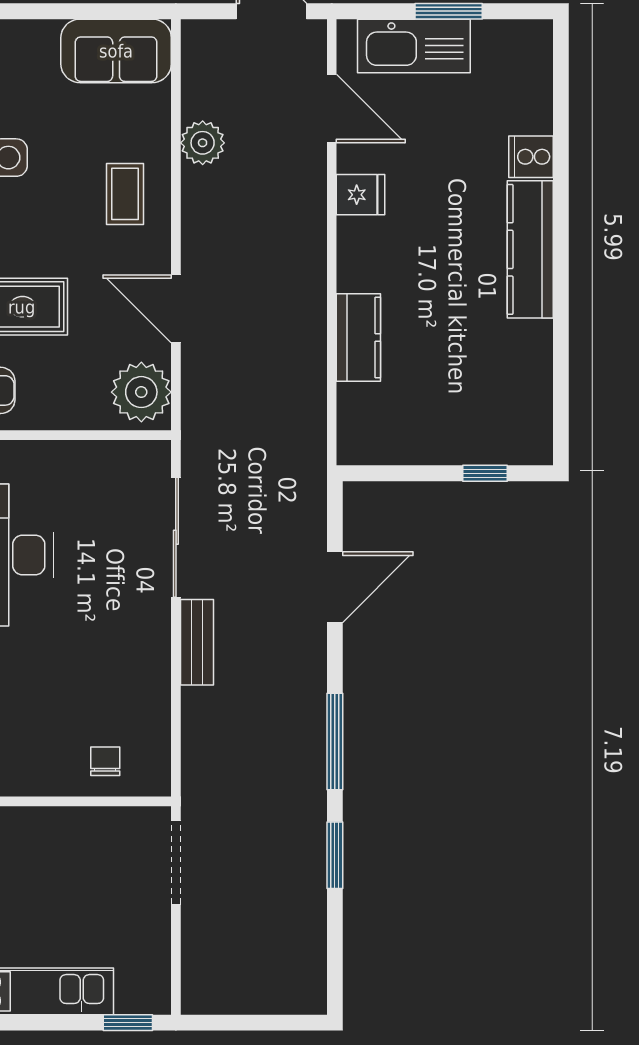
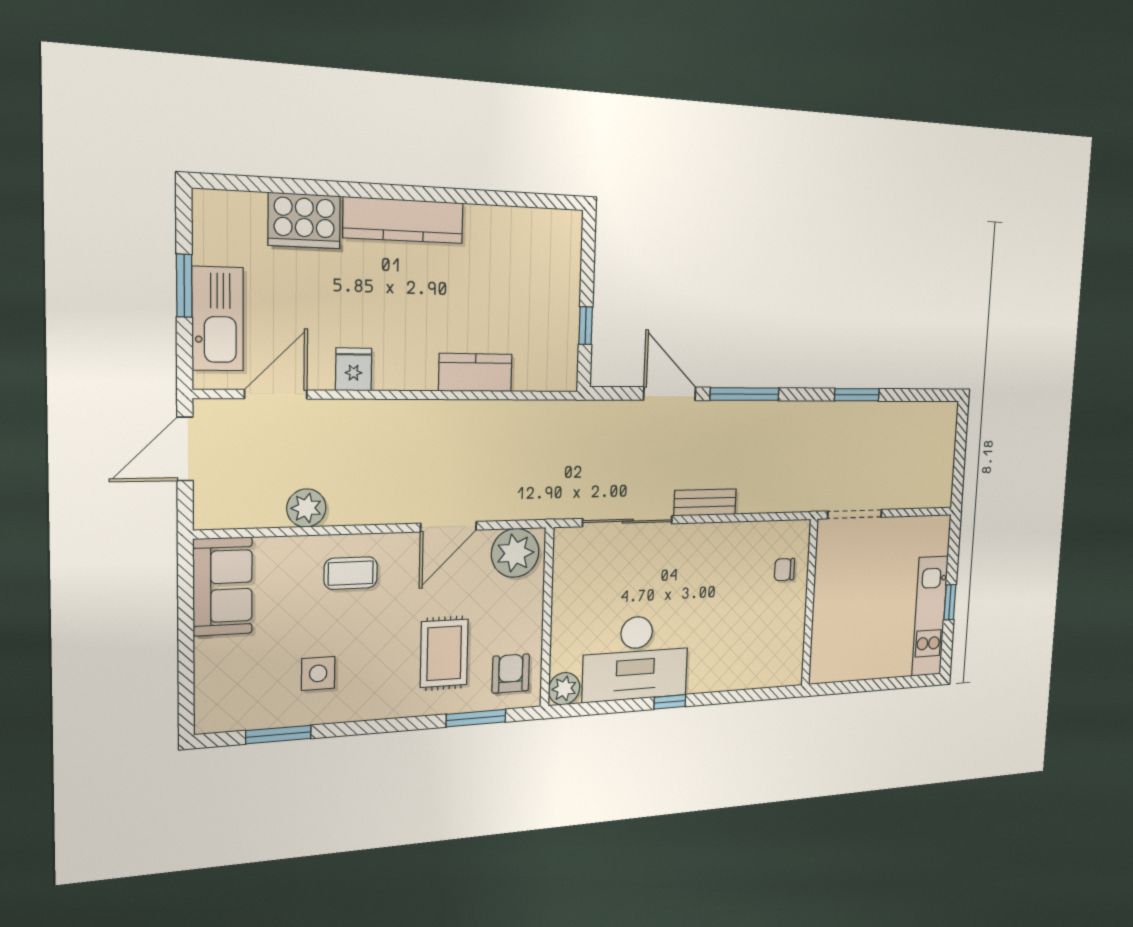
cooker: (531, 157) -> (304, 221), width x1.87, depth x1.31
window: (485, 473) -> (586, 326), moved
window: (335, 741) -> (745, 394), moved
window: (128, 1023) -> (950, 602), moved

